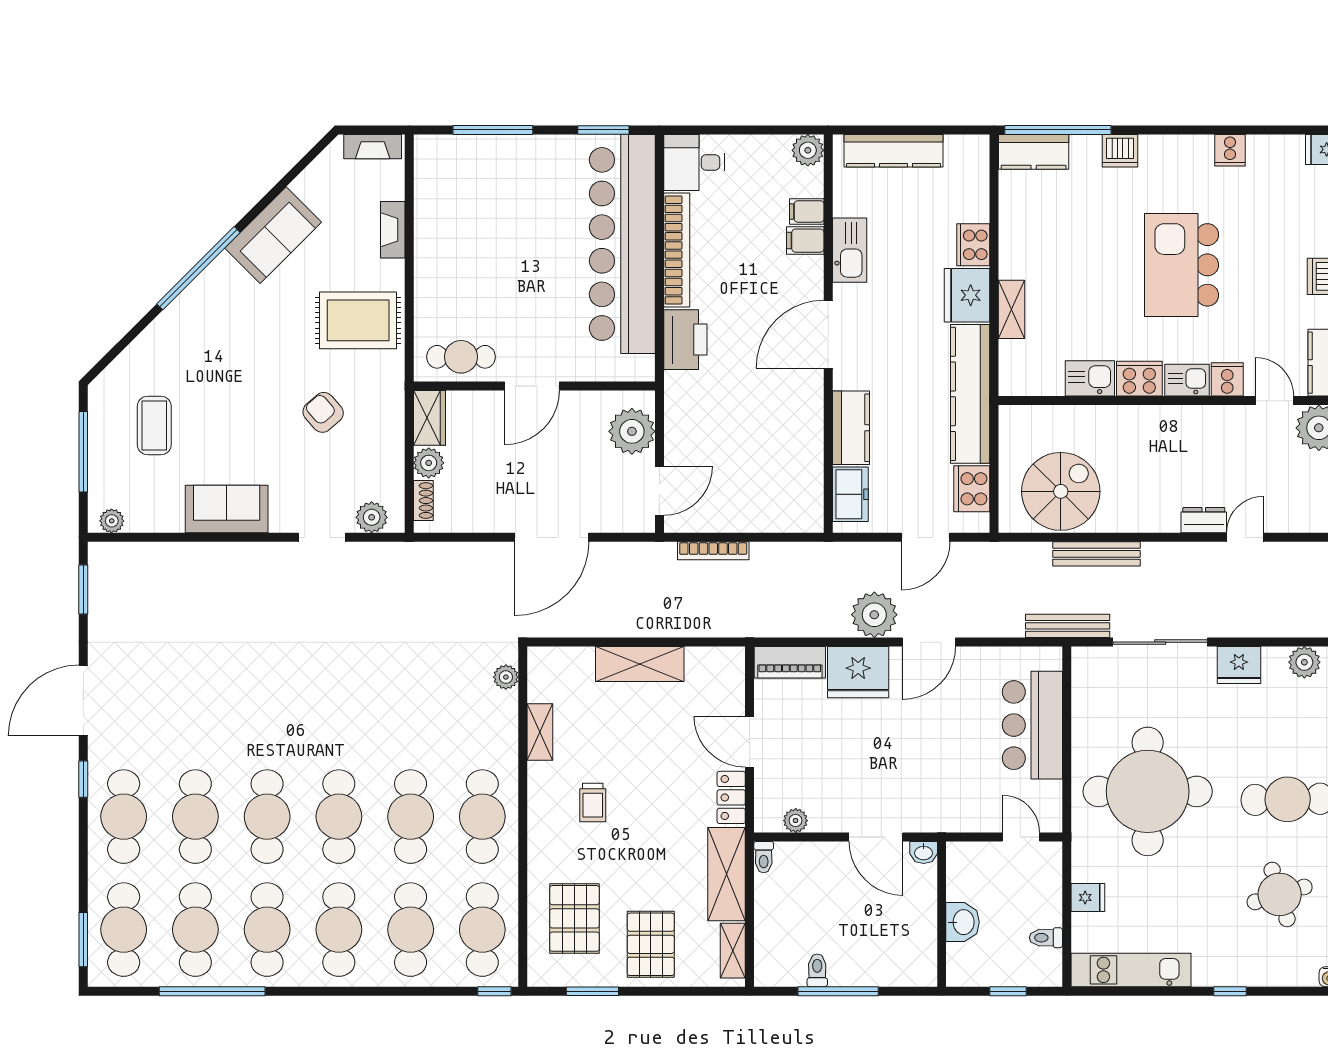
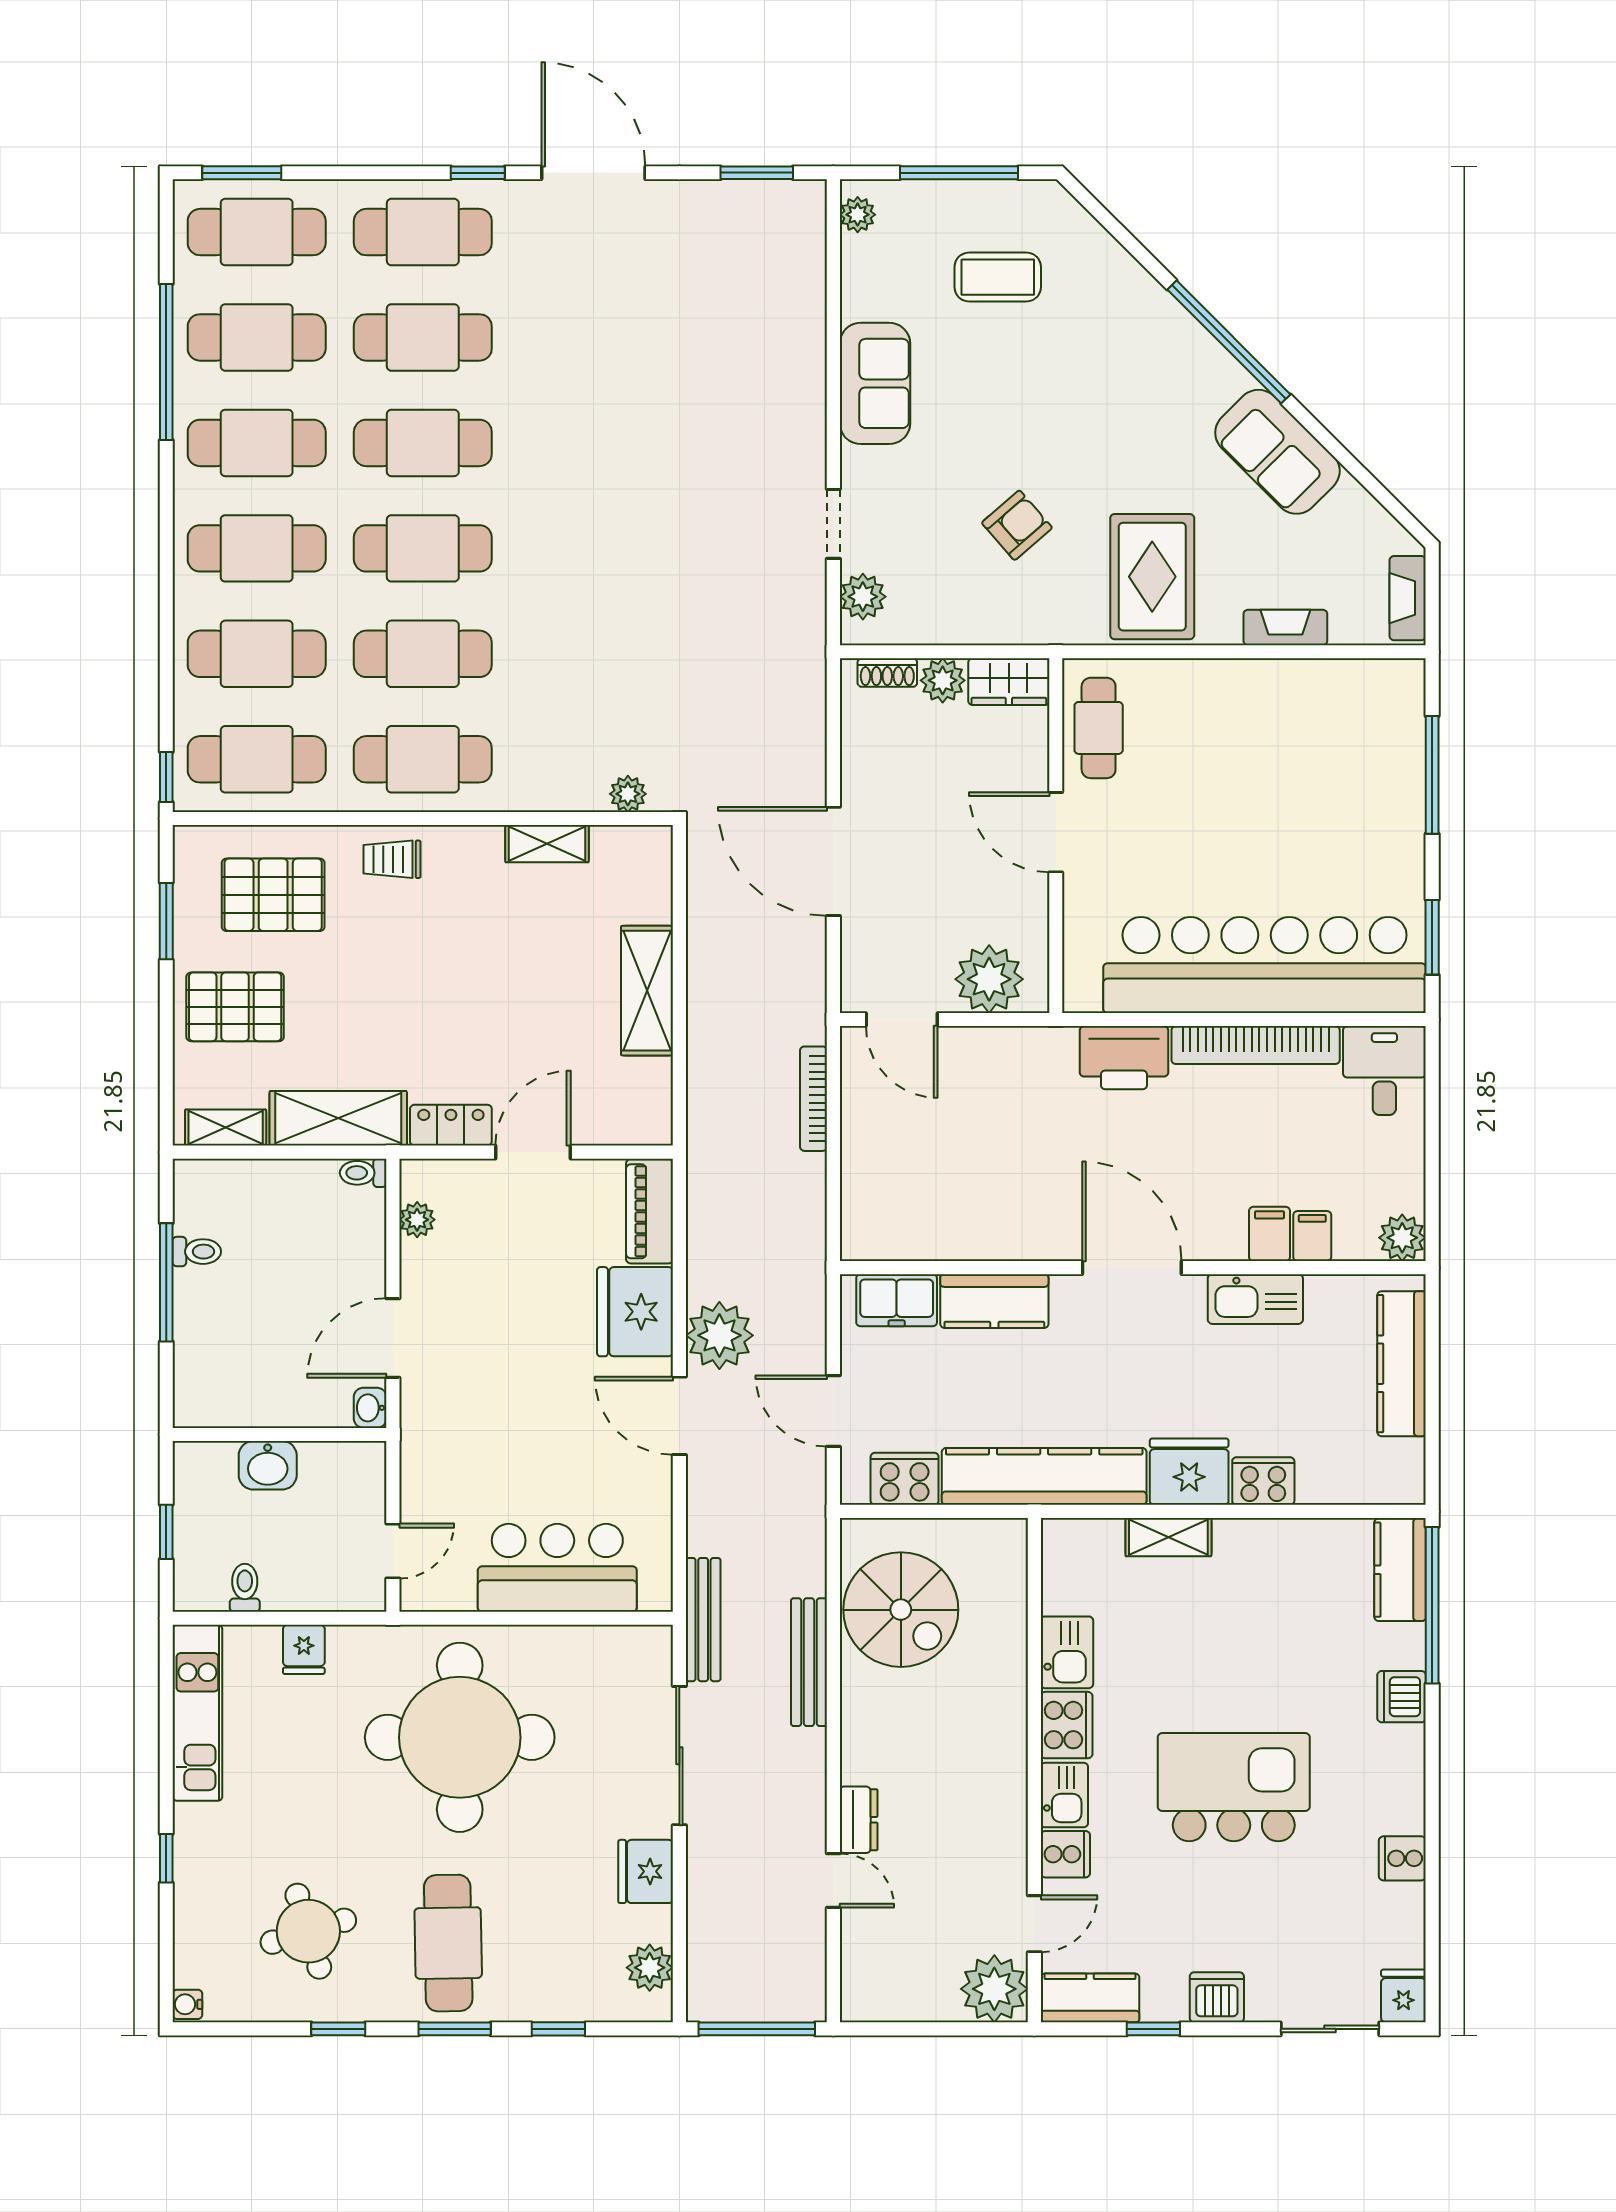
trolley: (593, 803) -> (392, 859), moved

